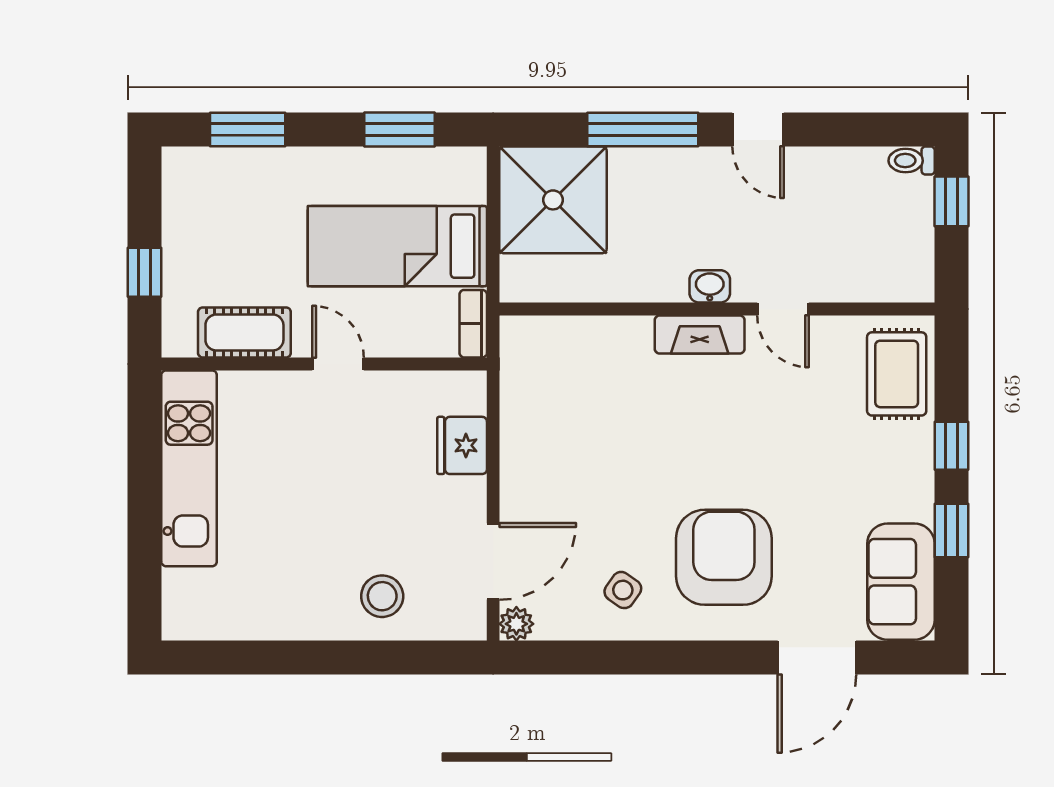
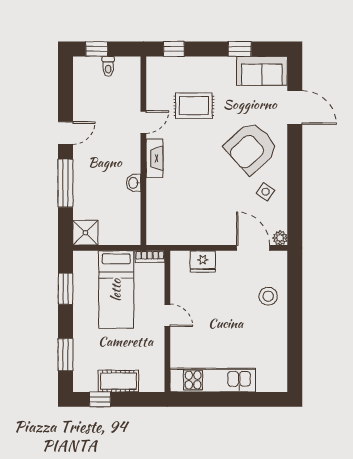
toilet: (912, 161) -> (108, 66), moved
shower: (553, 200) -> (85, 233), width x0.54, depth x0.54
window: (145, 272) -> (100, 399), moved
washbasin: (710, 286) -> (134, 183), moved
cot: (244, 332) -> (118, 381), moved, turned 90
door: (338, 364) -> (167, 315), swing flipped
rug: (897, 374) -> (194, 106), moved
window: (951, 446) -> (174, 49), moved
armchair: (724, 557) -> (251, 148), turned -42

